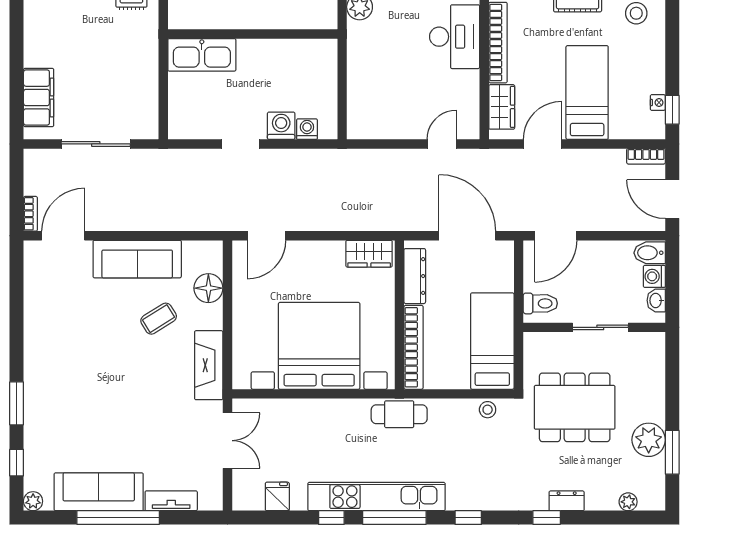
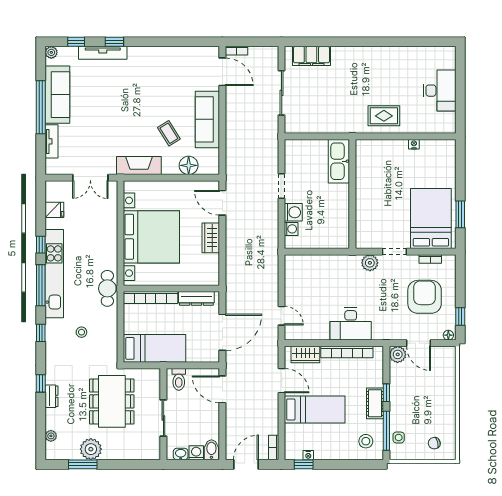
wardrobe: (369, 254) -> (211, 238), moved
window: (17, 403) -> (114, 42), width x0.67
stool: (488, 410) -> (81, 332), moved
tv unit: (34, 421) -> (103, 53), added

